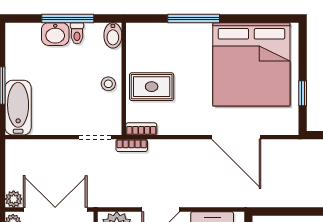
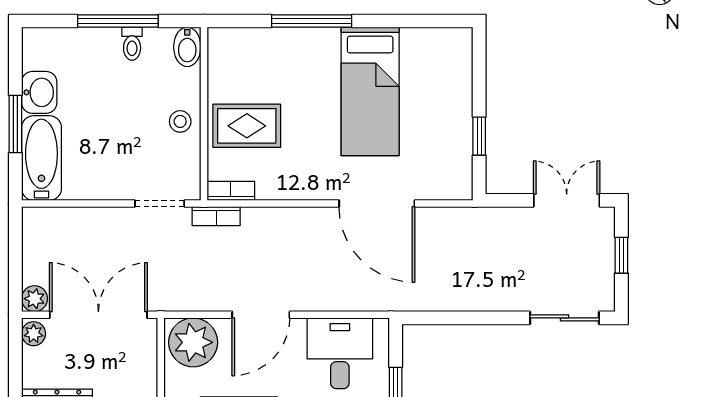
washbasin: (55, 34) -> (39, 92), moved, turned -90
bed: (251, 64) -> (370, 91), width x0.49

